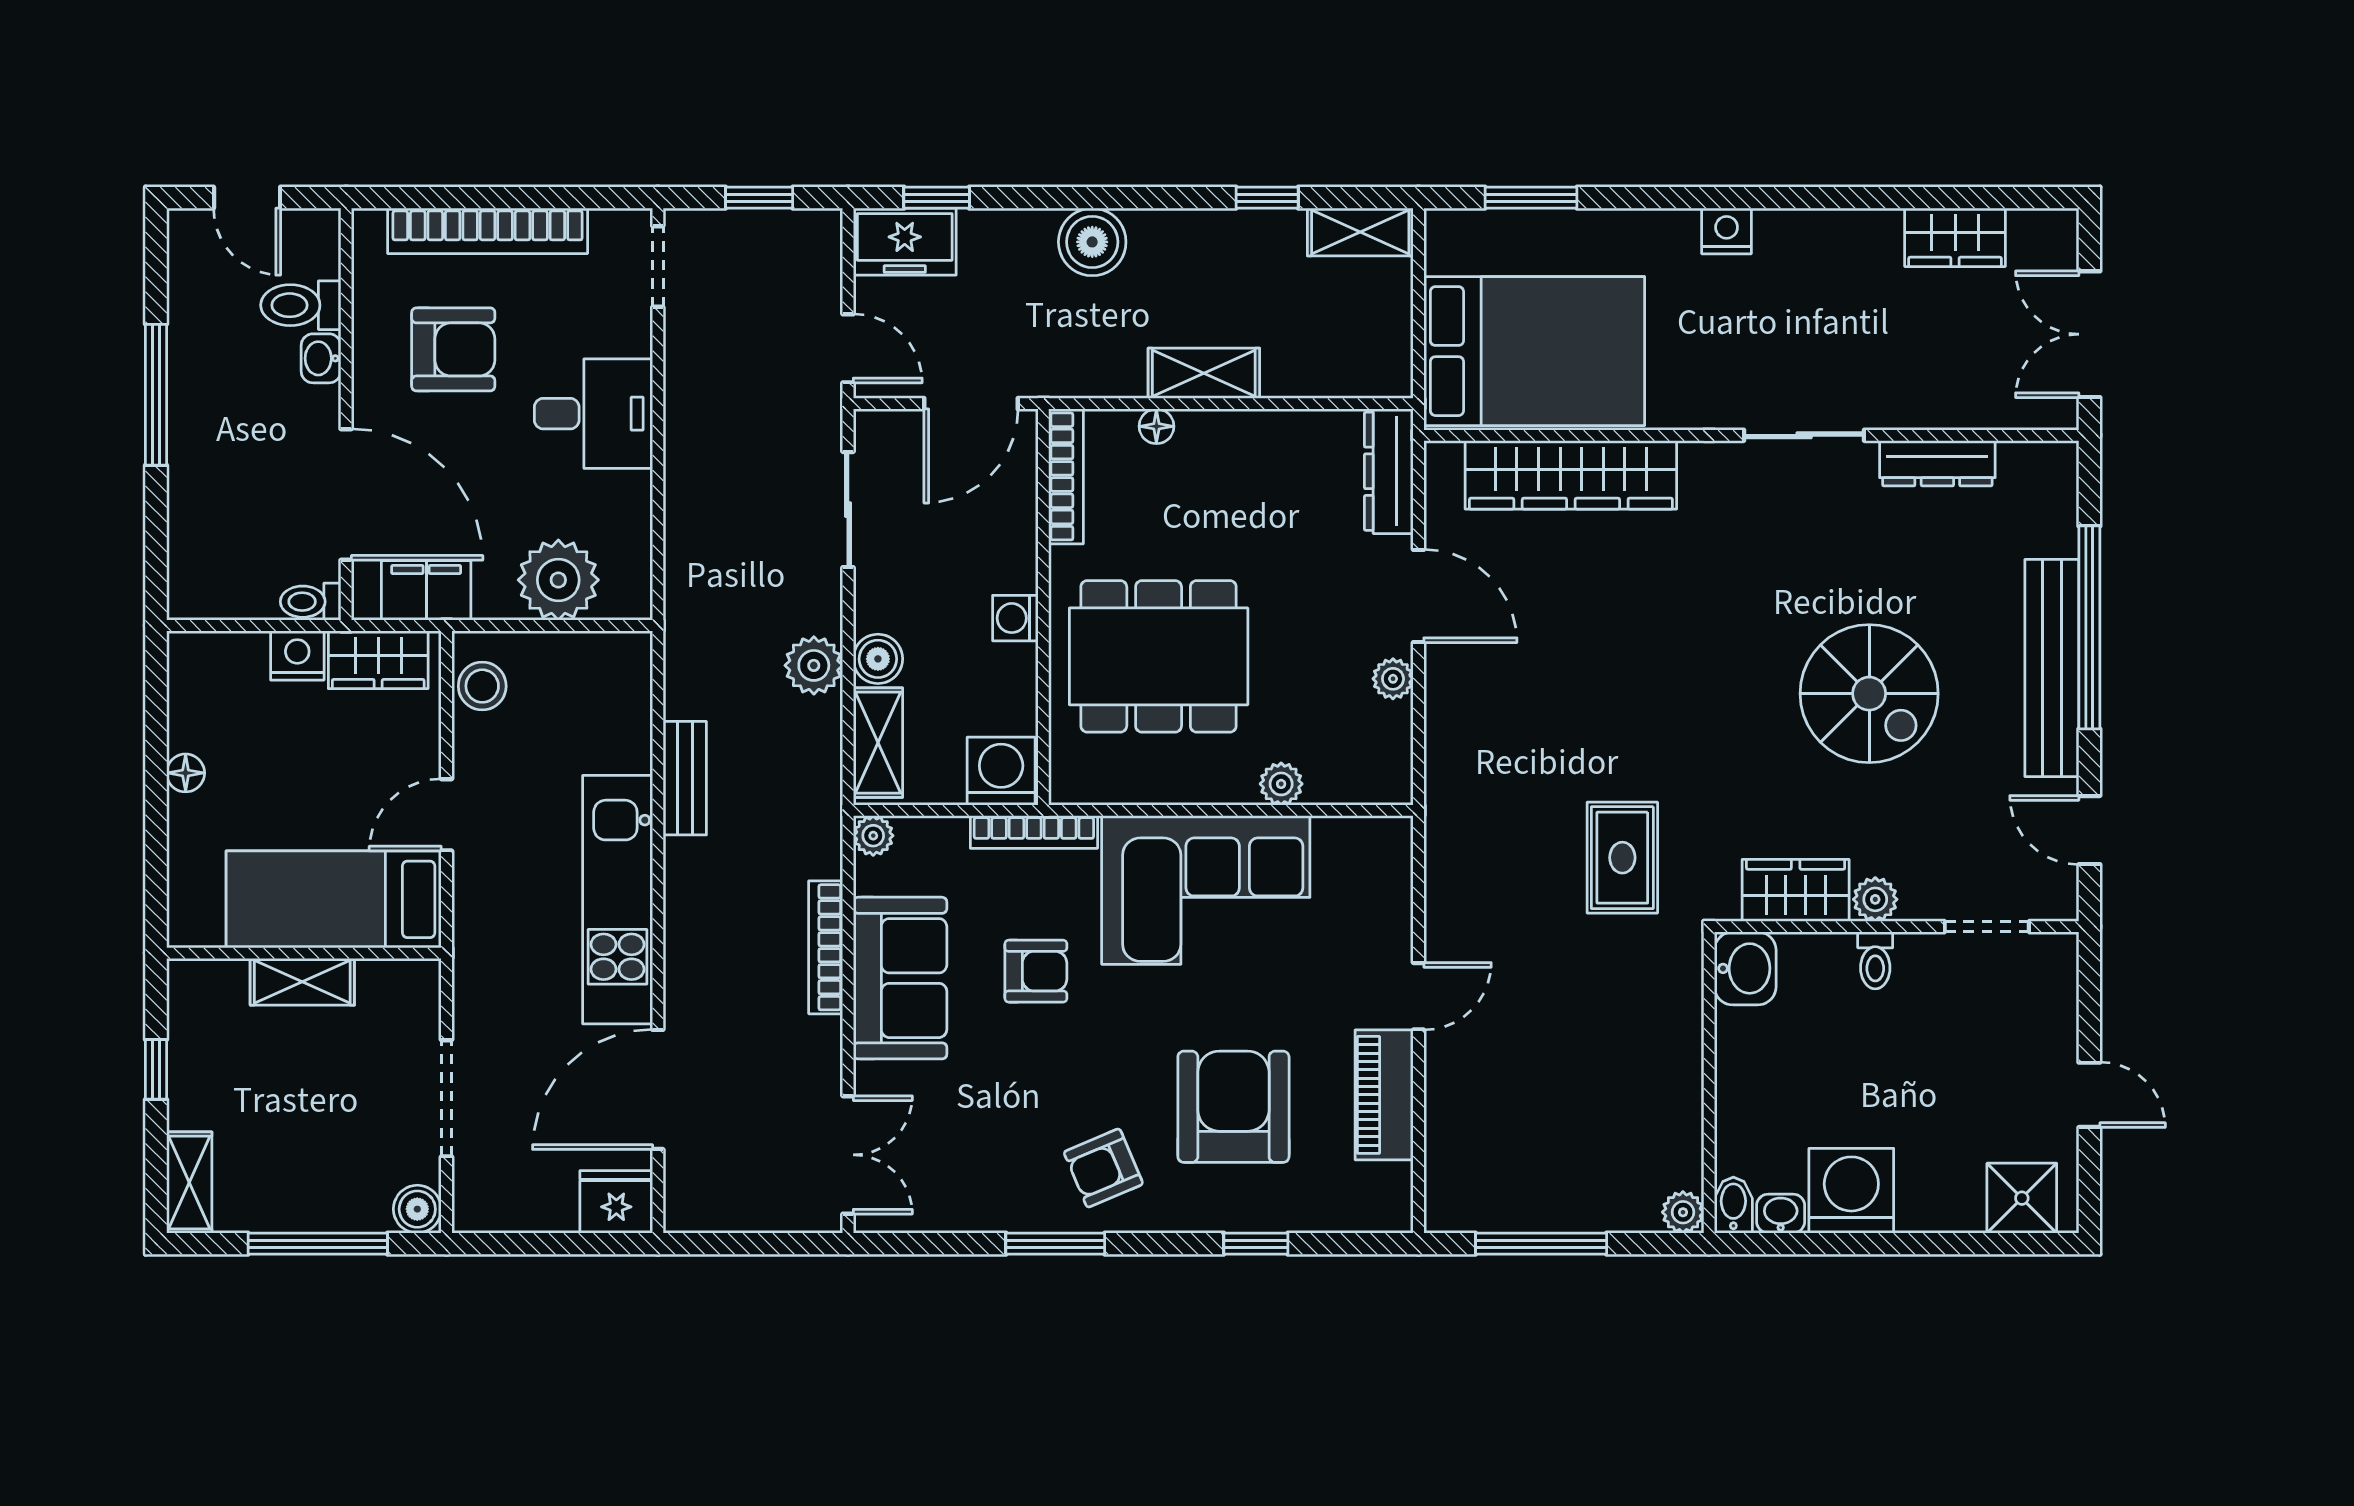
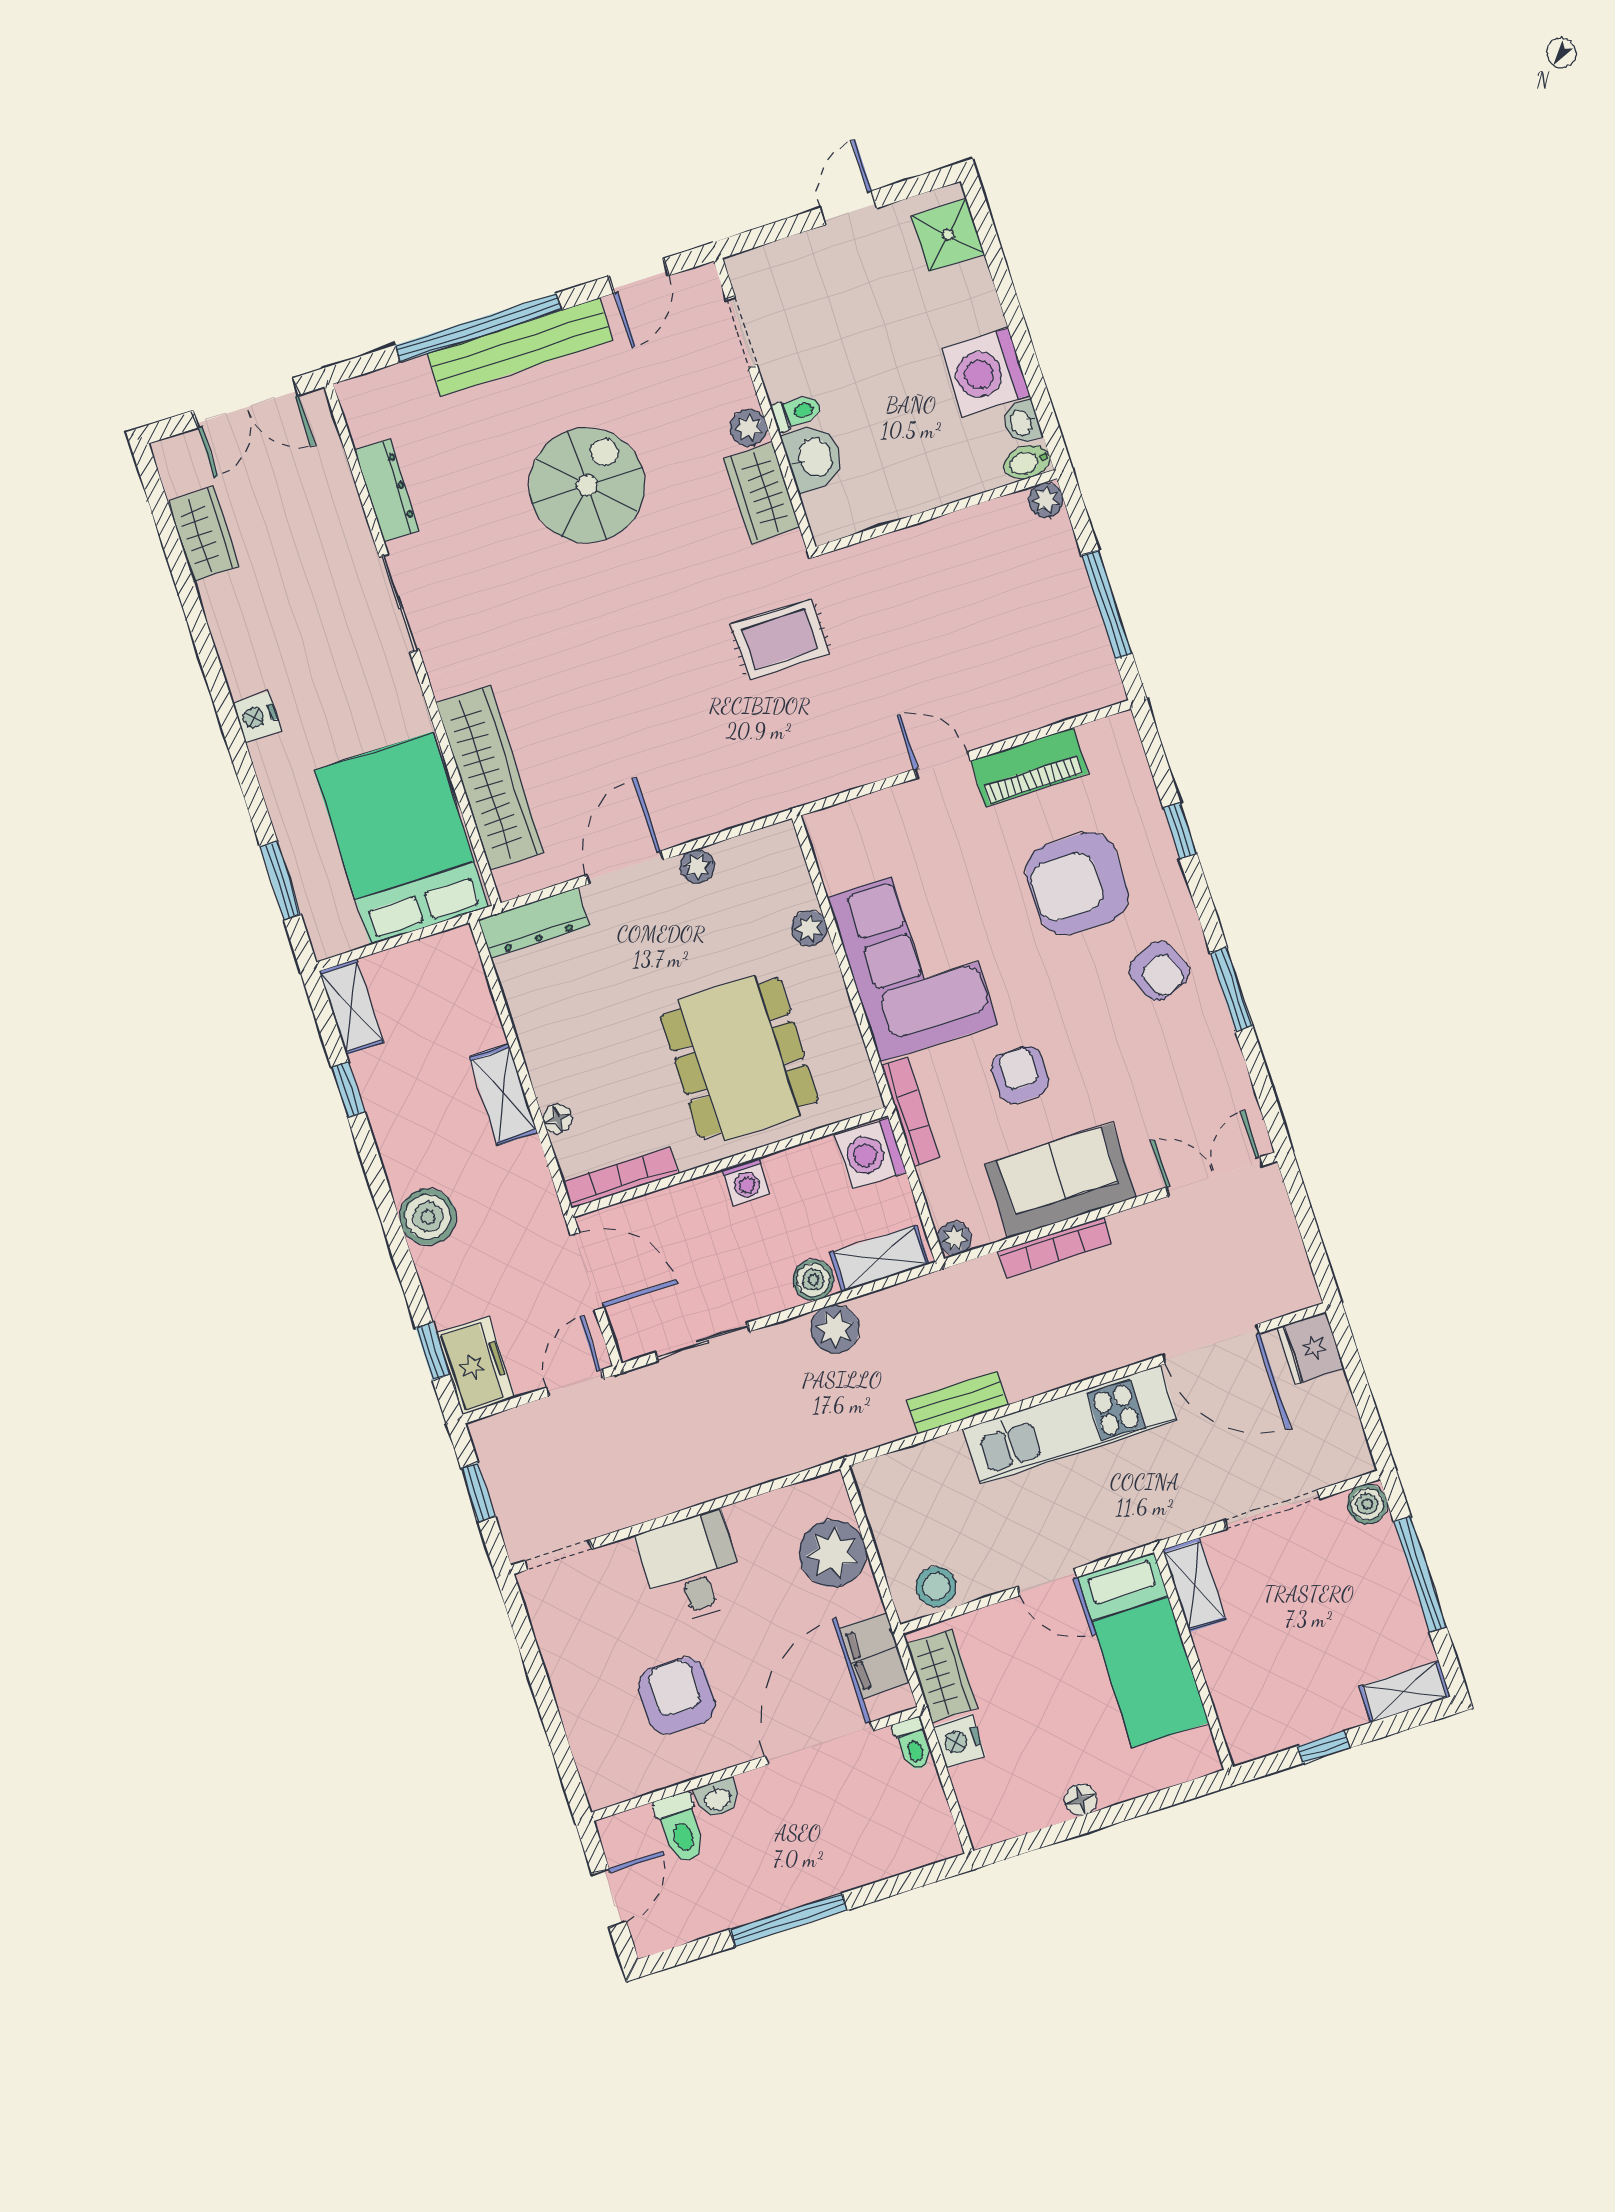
bookcase: (488, 231) -> (574, 1699), removed
washbasin: (1745, 968) -> (814, 458), moved, turned 90
shelving: (302, 982) -> (1194, 1585), moved

